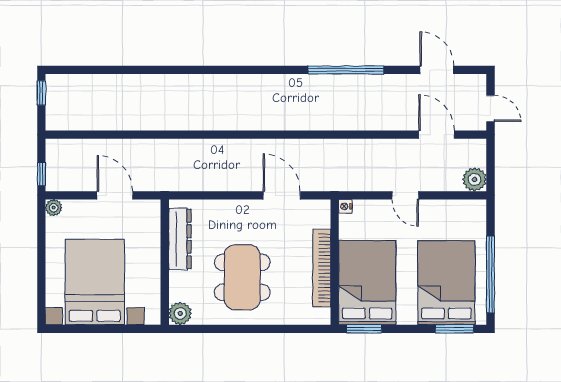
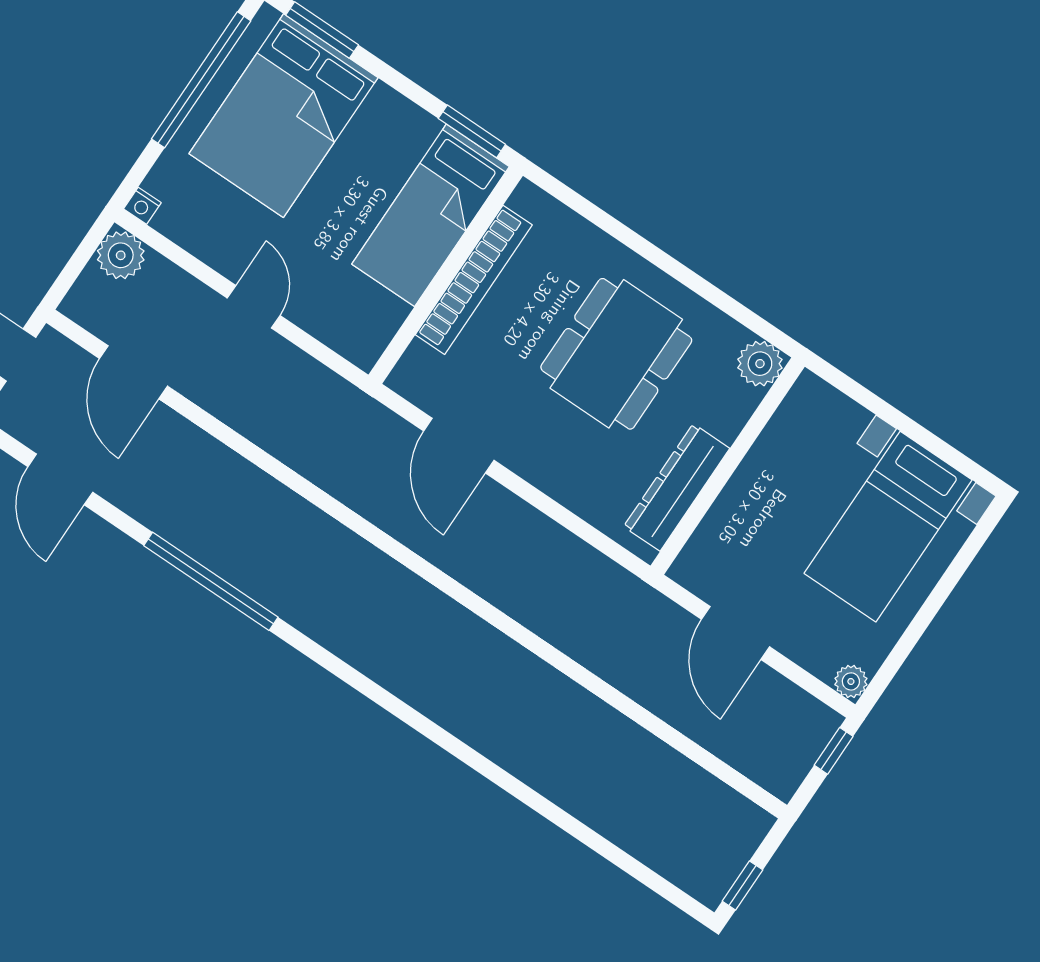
nightstand: (345, 206) -> (142, 206), moved, turned 90
bed with nightstands: (95, 282) -> (888, 527), width x0.73
bed: (367, 283) -> (430, 215), width x0.67

